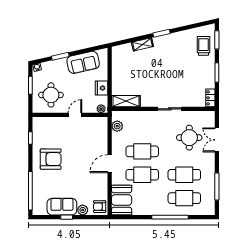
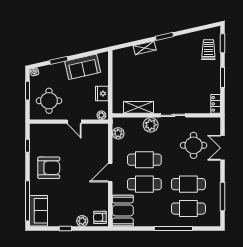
shelving: (126, 101) -> (138, 107), moved
door: (75, 115) -> (74, 122), swing flipped
plant: (148, 118) -> (151, 125), added
sofa: (62, 207) -> (39, 211), moved, turned 90

